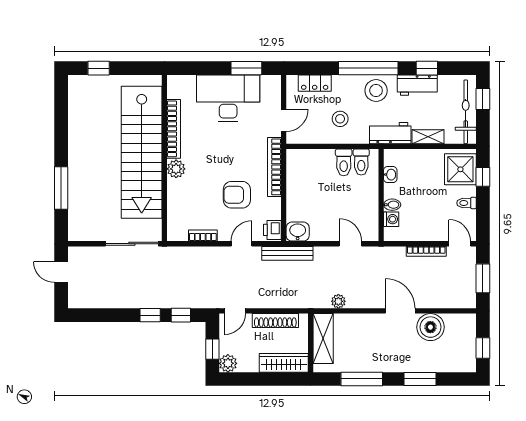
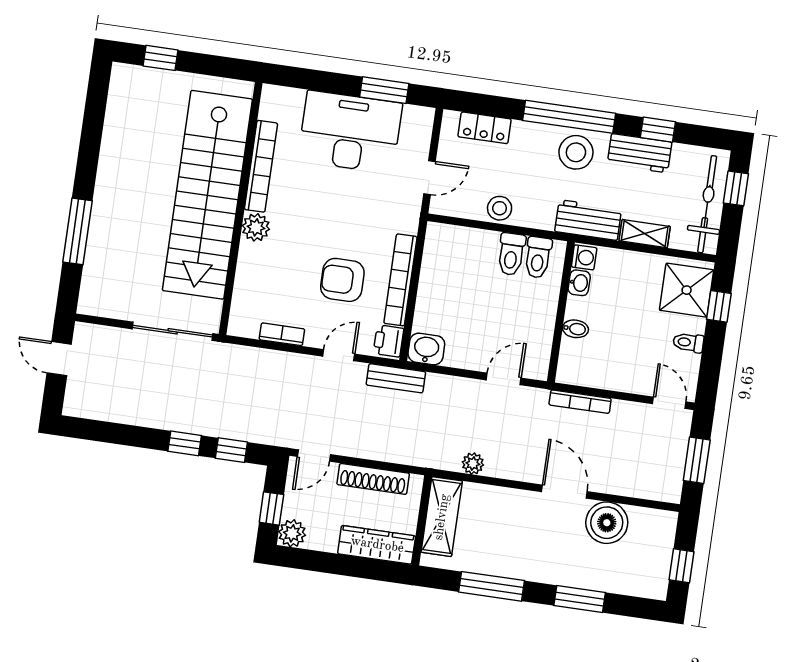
stool: (340, 119) -> (500, 208), moved
bookcase: (274, 167) -> (400, 280), moved
washing machine: (391, 219) -> (584, 257), moved
door: (350, 244) -> (504, 379), hinge flipped
bookcase: (426, 251) -> (580, 402), moved
bench: (287, 253) -> (396, 378), width x0.73

